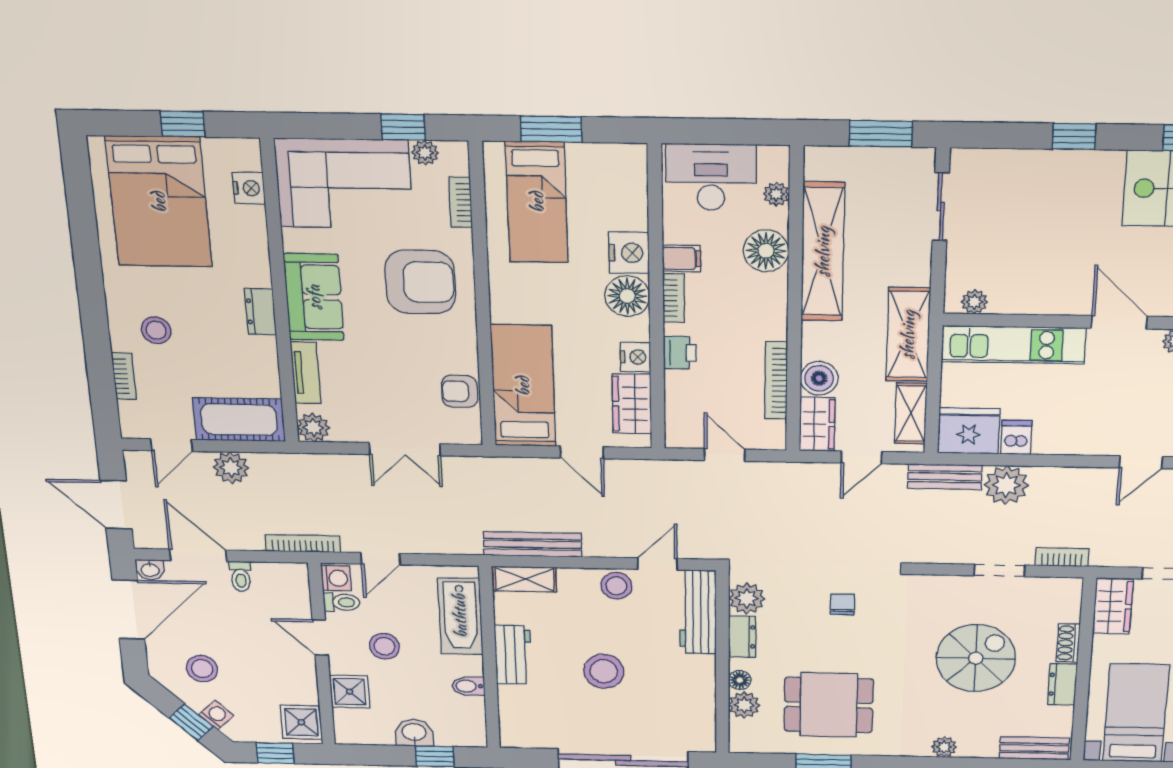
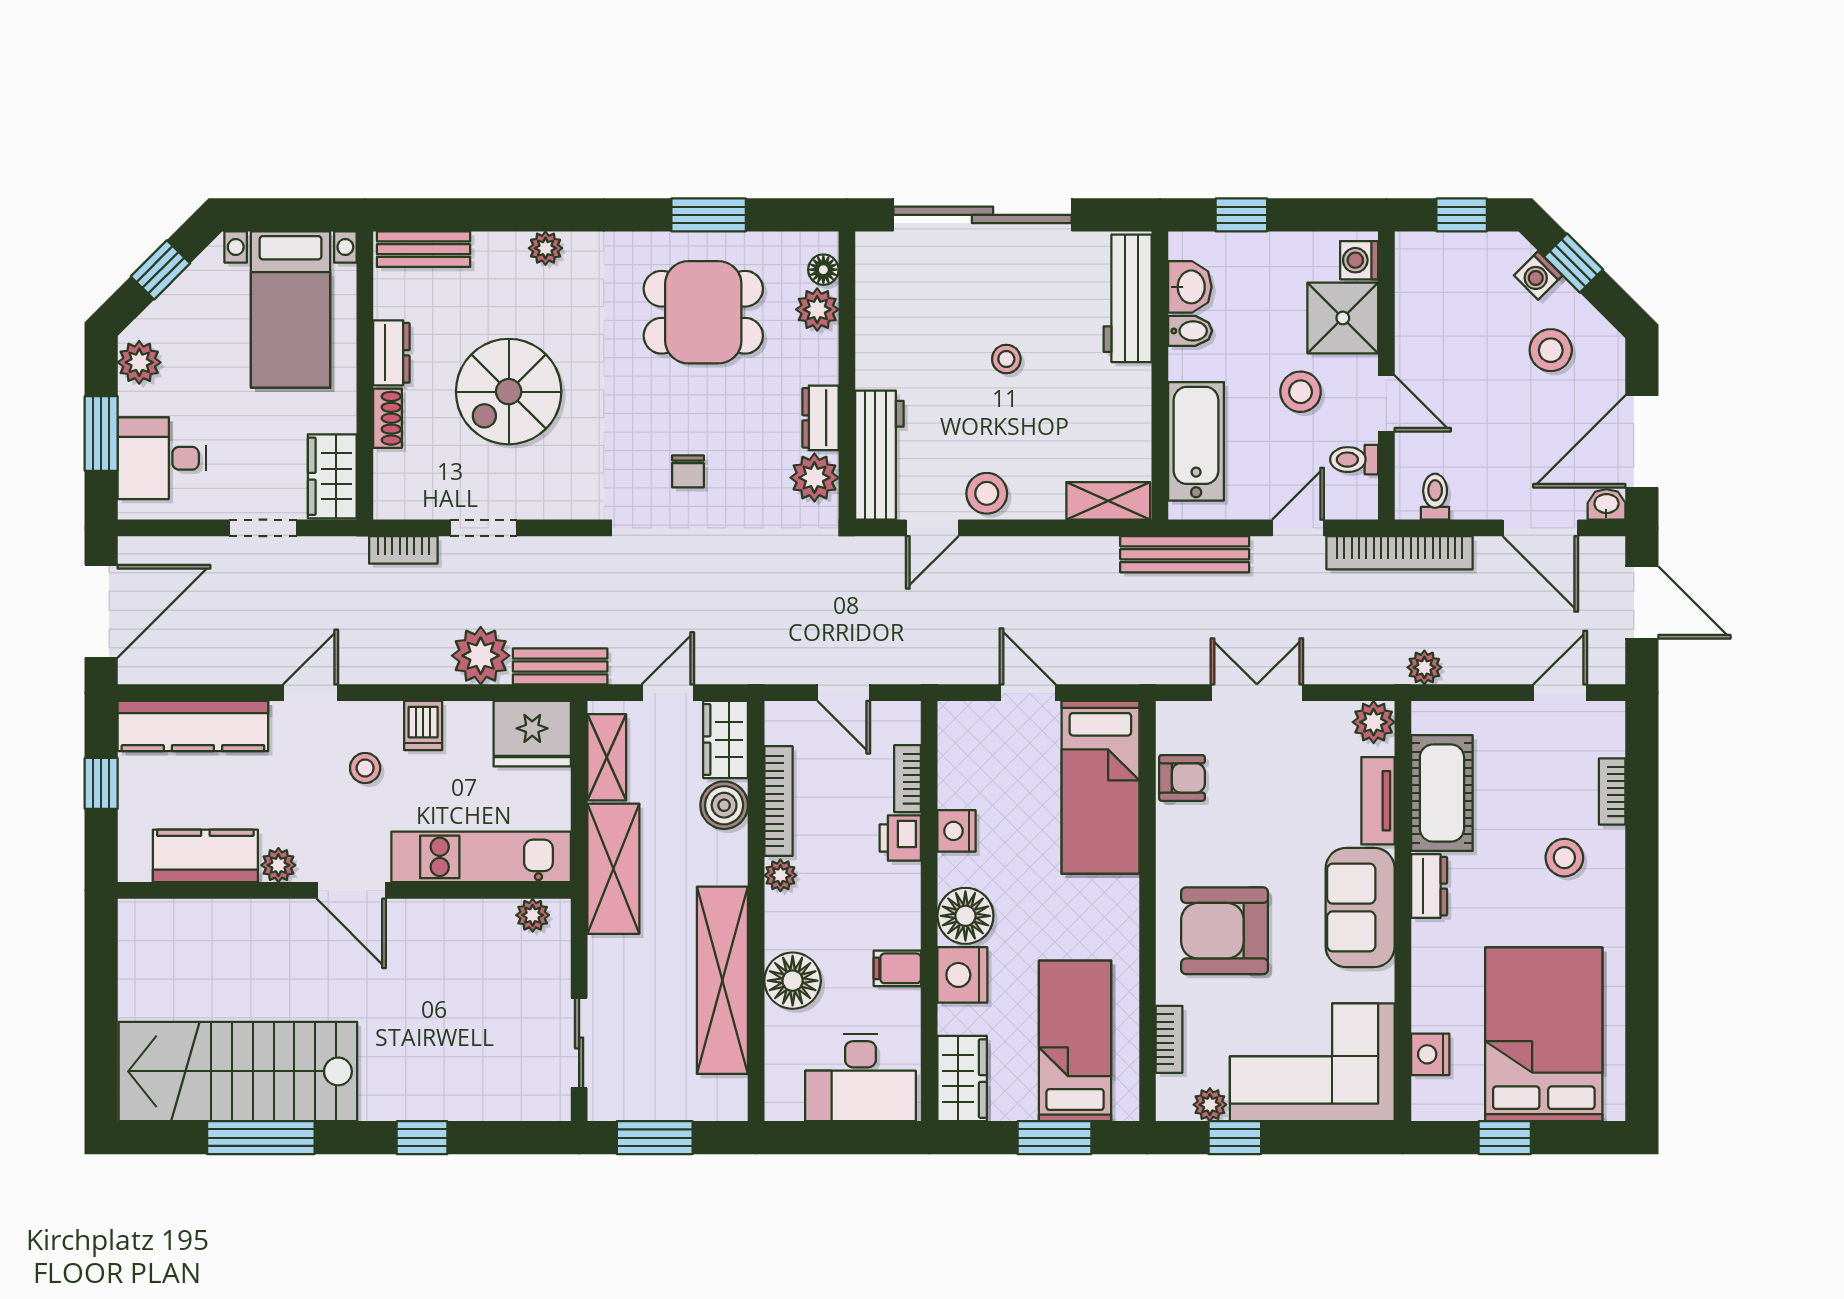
plant: (776, 194) -> (780, 875), moved
bookcase: (674, 298) -> (908, 779), moved
wardrobe: (632, 404) -> (962, 1079), moved
stool: (1102, 409) -> (365, 768), added
cot: (239, 420) -> (1442, 793), moved, turned 90
dishwasher: (1016, 437) -> (423, 726), moved
plant: (231, 468) -> (1424, 667), moved, width x0.73, depth x0.73
bookcase: (303, 544) -> (1400, 553), width x1.48, depth x1.31
bench: (533, 544) -> (1185, 554), moved
toilet: (241, 576) -> (1435, 497), moved
washing machine: (336, 578) -> (1359, 260), moved
workbench: (513, 655) -> (1128, 298), moved, width x1.38
stool: (604, 671) -> (1006, 359), width x0.53, depth x0.53
floor lamp: (740, 680) -> (823, 270), moved
shower: (350, 692) -> (1343, 318), width x1.36, depth x1.36
shower: (301, 722) -> (1422, 267), removed
washbasin: (414, 733) -> (1190, 287), moved, turned -90

